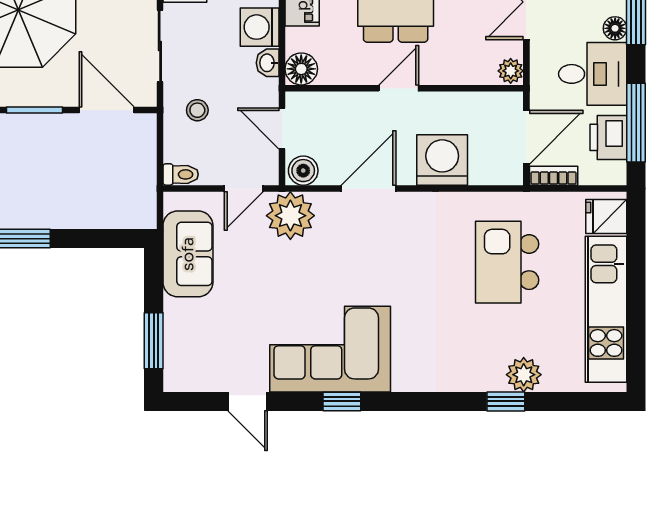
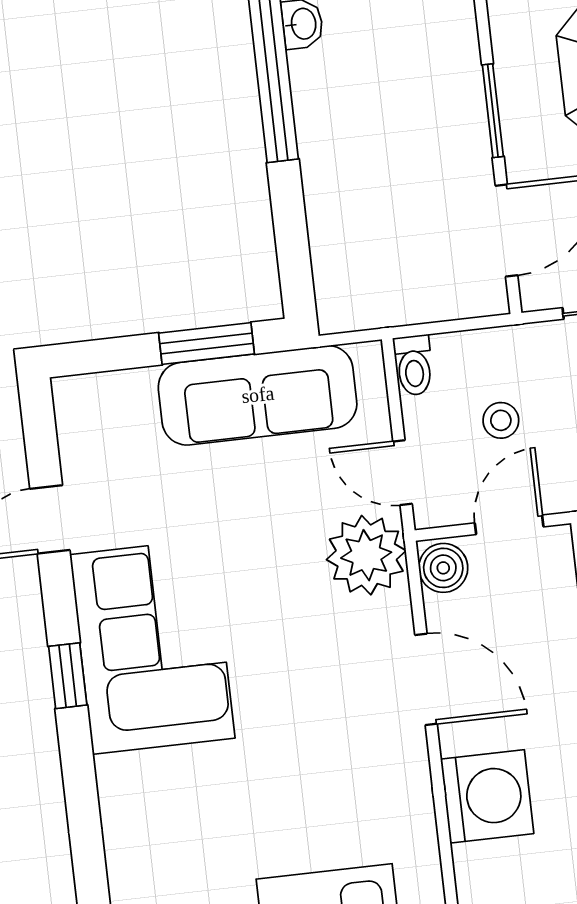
stool: (197, 110) -> (501, 420), moved
sofa: (188, 254) -> (258, 395), width x1.36
window: (154, 341) -> (207, 343), moved

